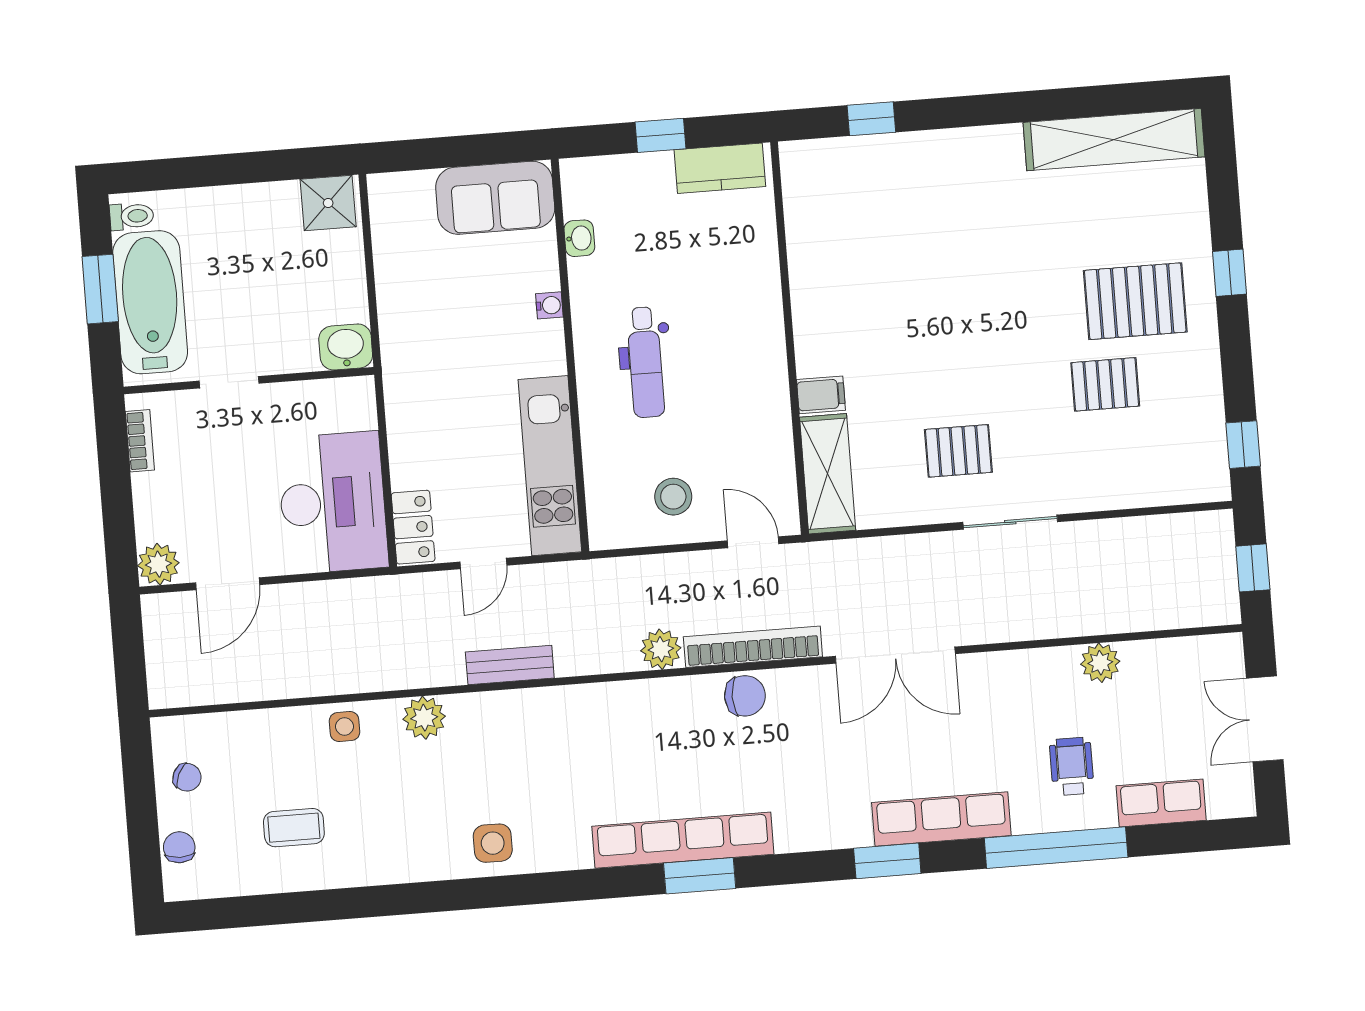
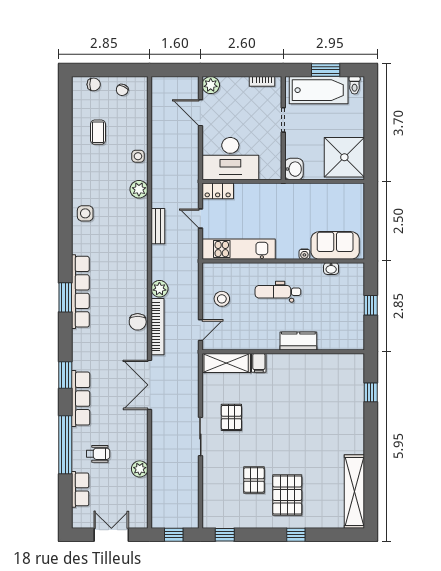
kitchen counter: (720, 168) -> (298, 341), moved, turned 90
sofa: (495, 198) -> (335, 245), moved, turned 90
shower: (328, 203) -> (344, 157), width x1.86, depth x1.86

